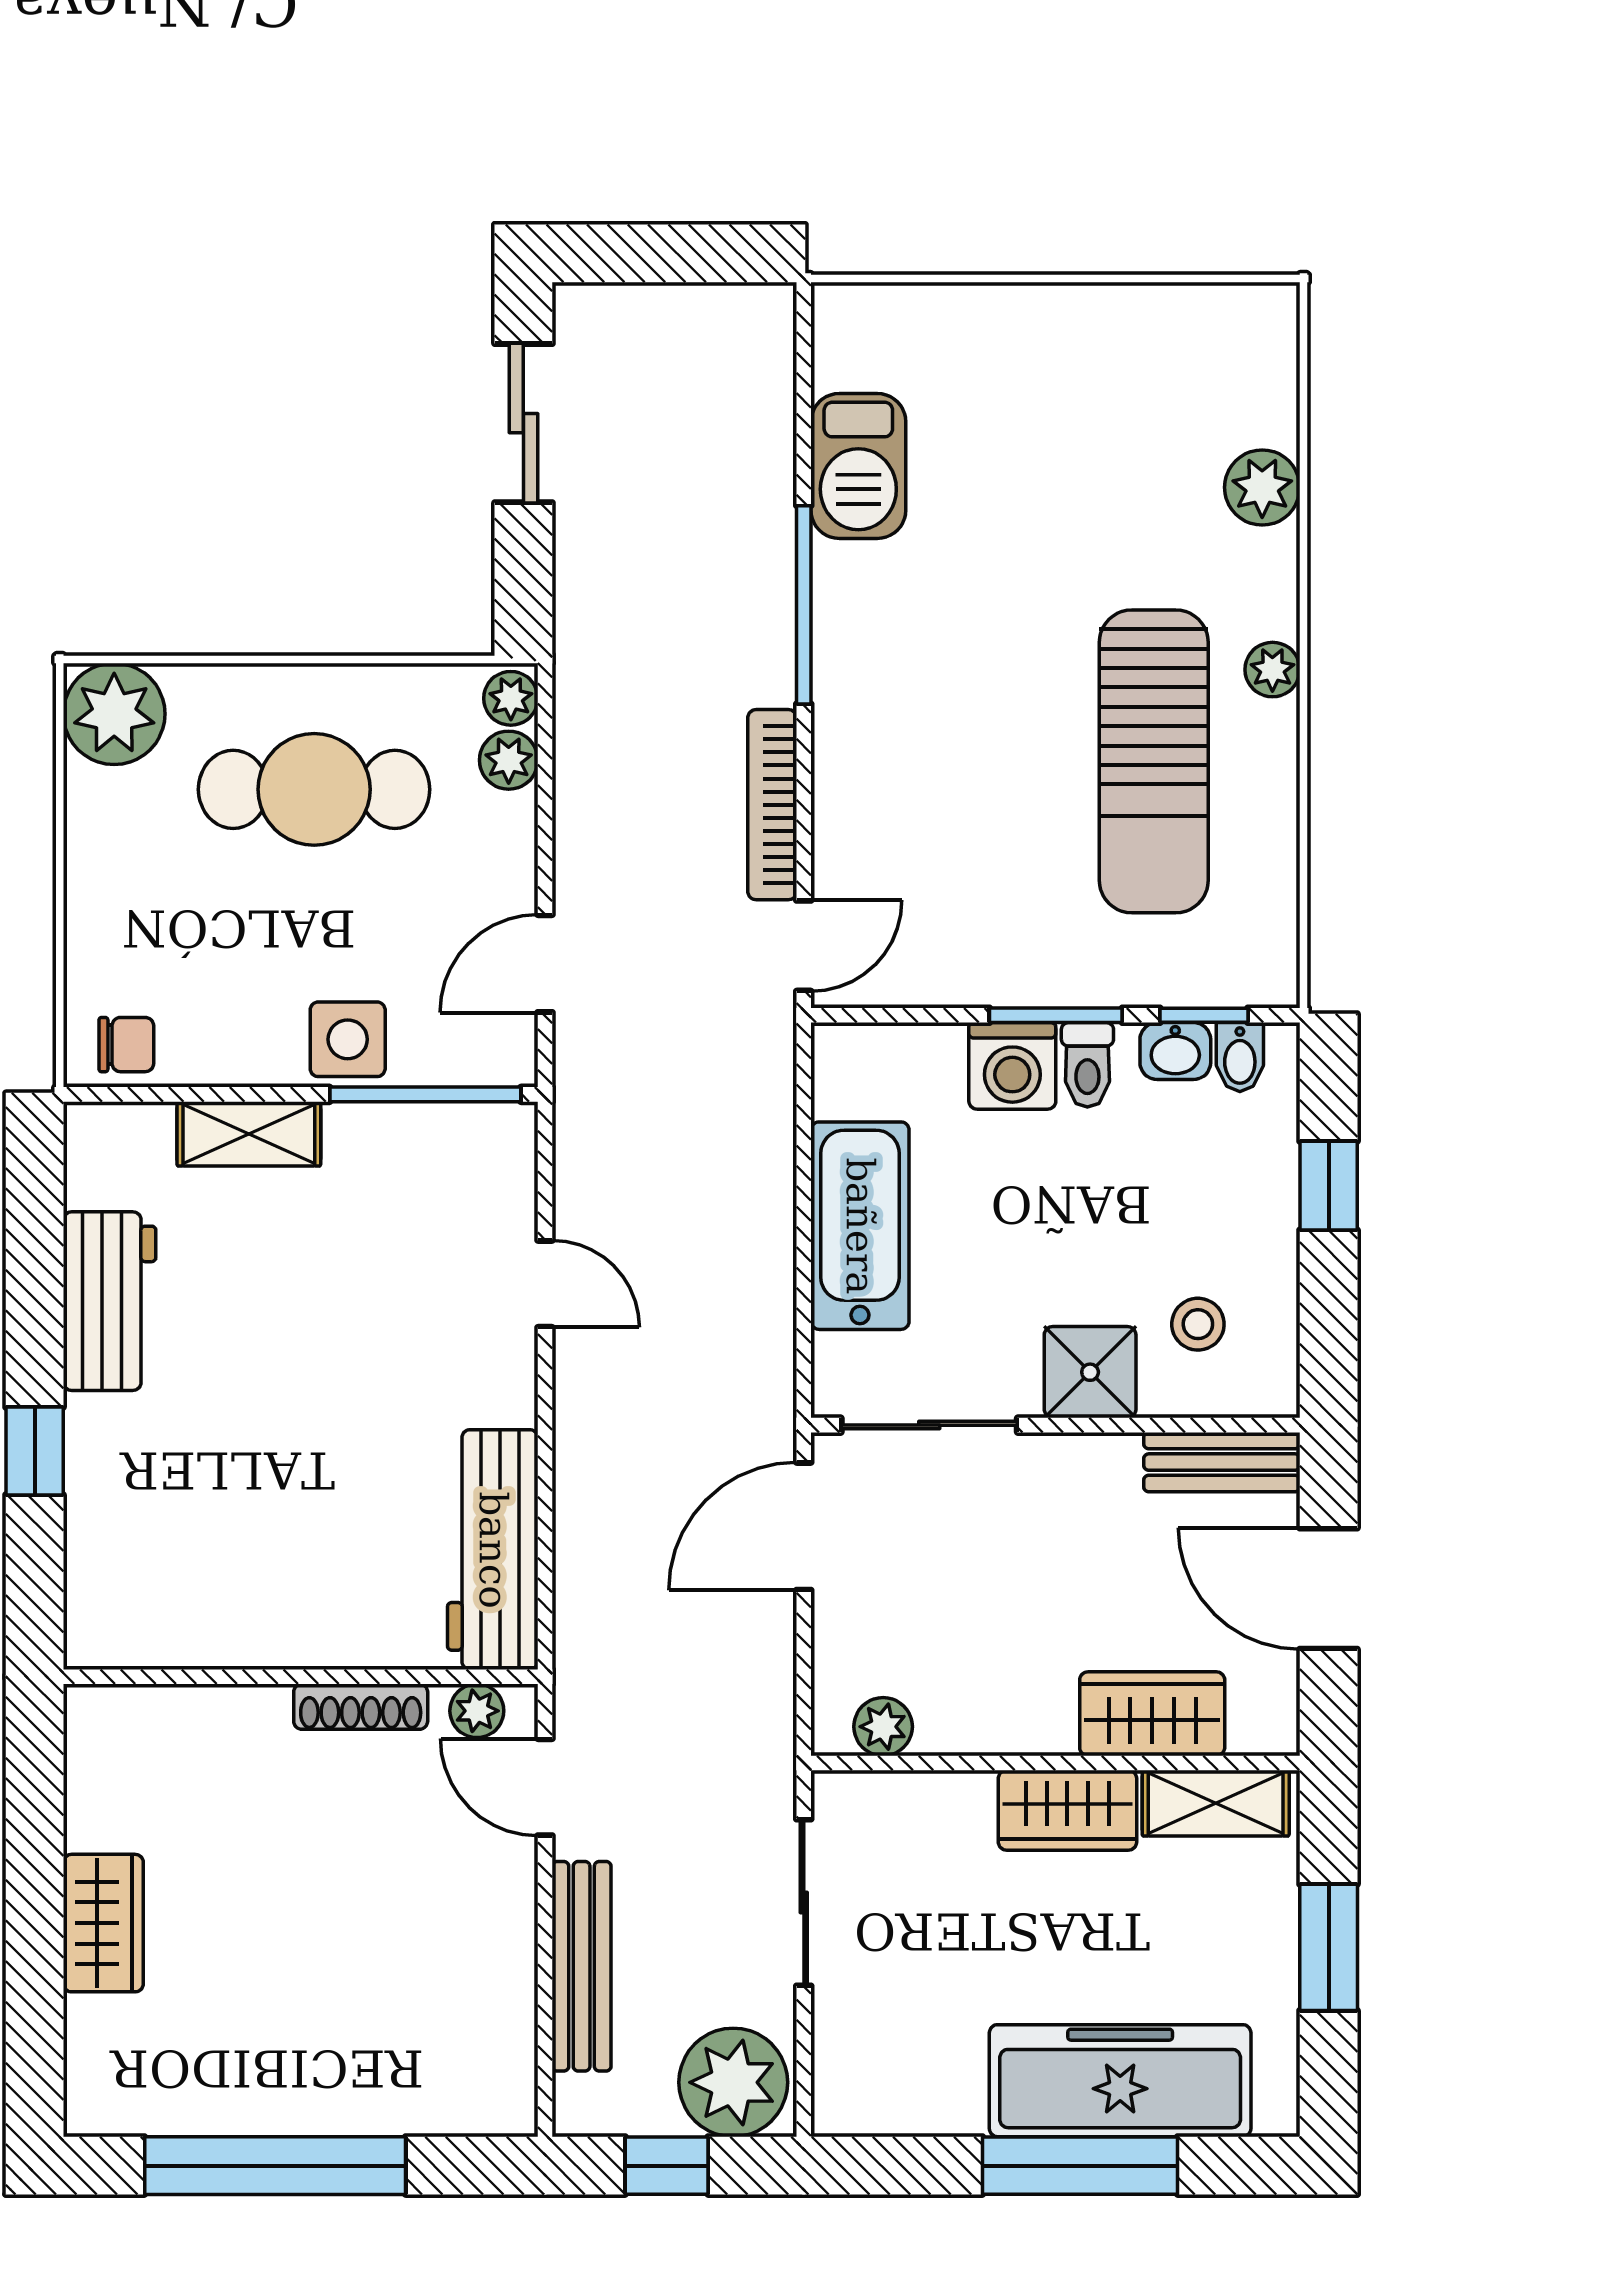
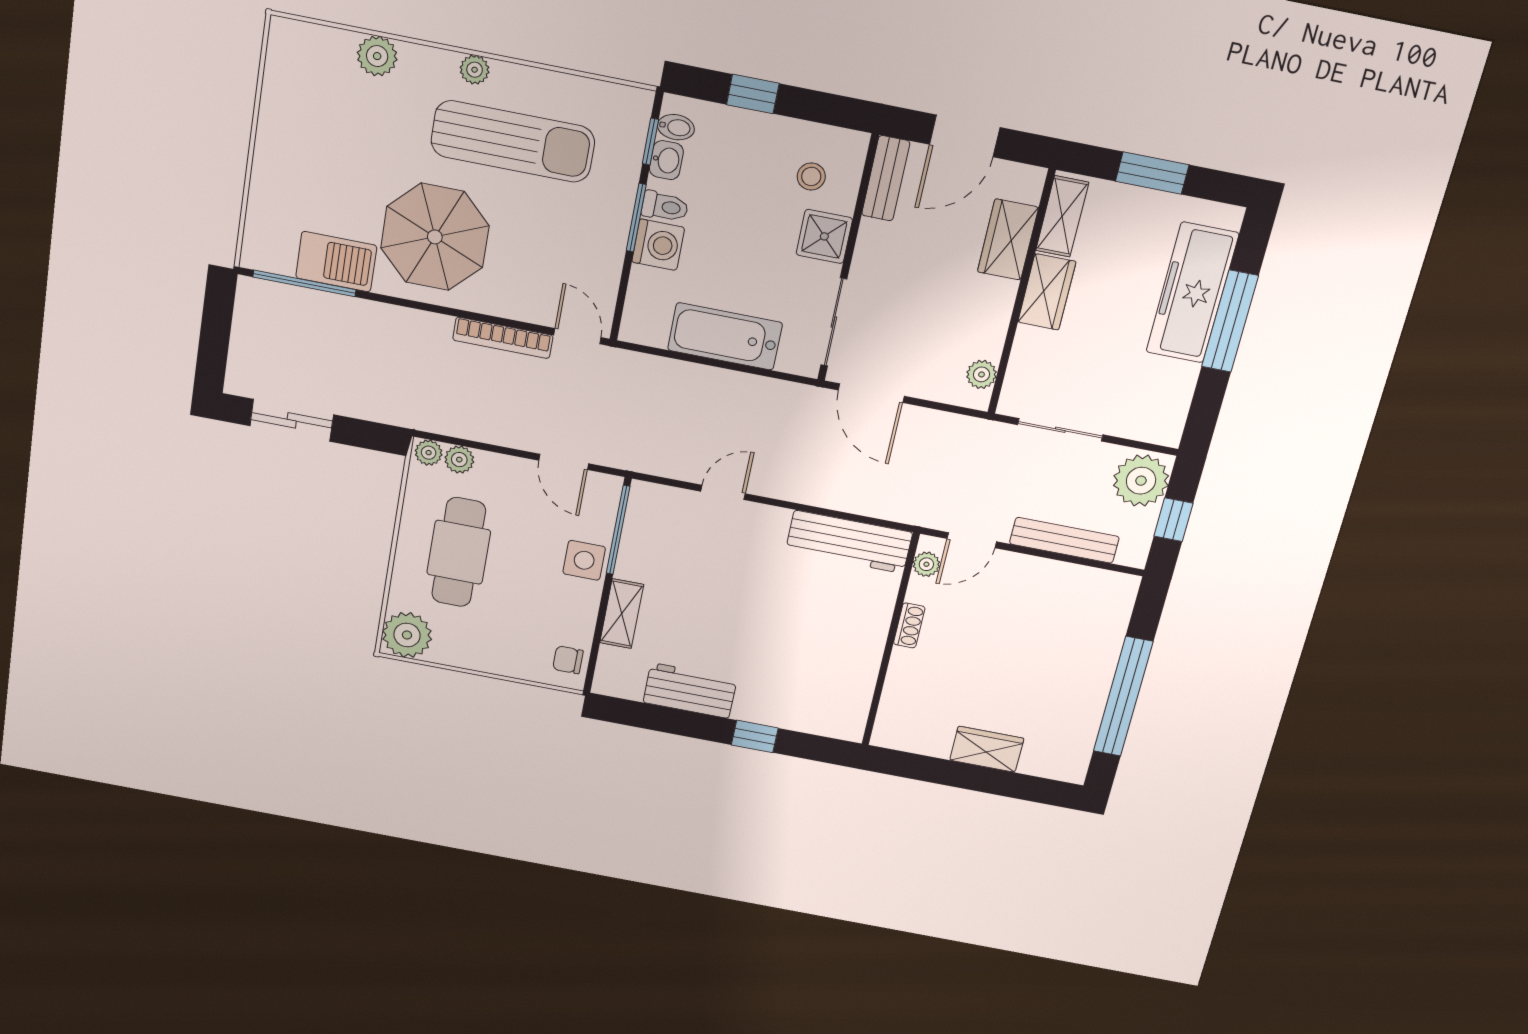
window: (804, 605) -> (304, 283), moved
parasol: (944, 645) -> (435, 237), added
chair: (126, 1045) -> (568, 660), turned -90
shoe rack: (361, 1707) -> (909, 625), width x0.70

